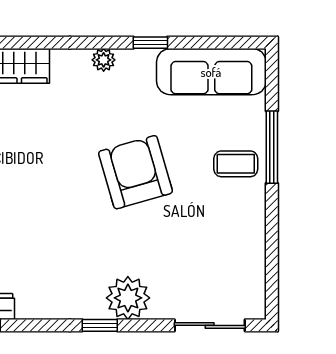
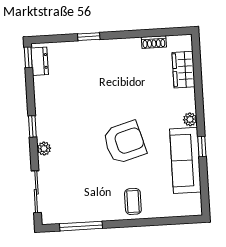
sofa: (211, 72) -> (185, 160), moved
window: (272, 147) -> (81, 226), moved
plant: (128, 298) -> (44, 149), width x0.53, depth x0.53

